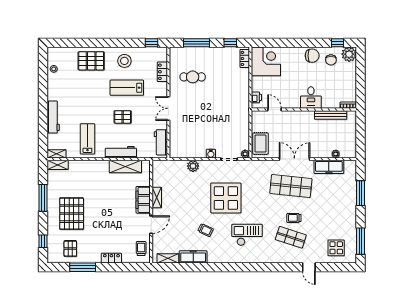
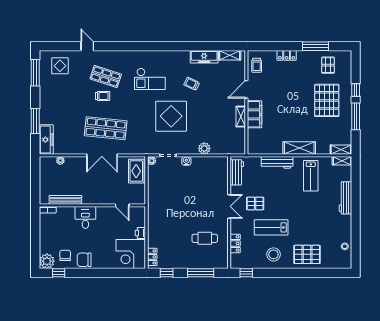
lab bench: (127, 88) -> (271, 227), turned 180
printer: (256, 97) -> (140, 233), moved
pallet: (123, 117) -> (255, 203), moved
shelving: (125, 166) -> (299, 148), moved
freezer: (329, 167) -> (46, 140), moved, turned 90
window: (43, 241) -> (356, 90), moved

